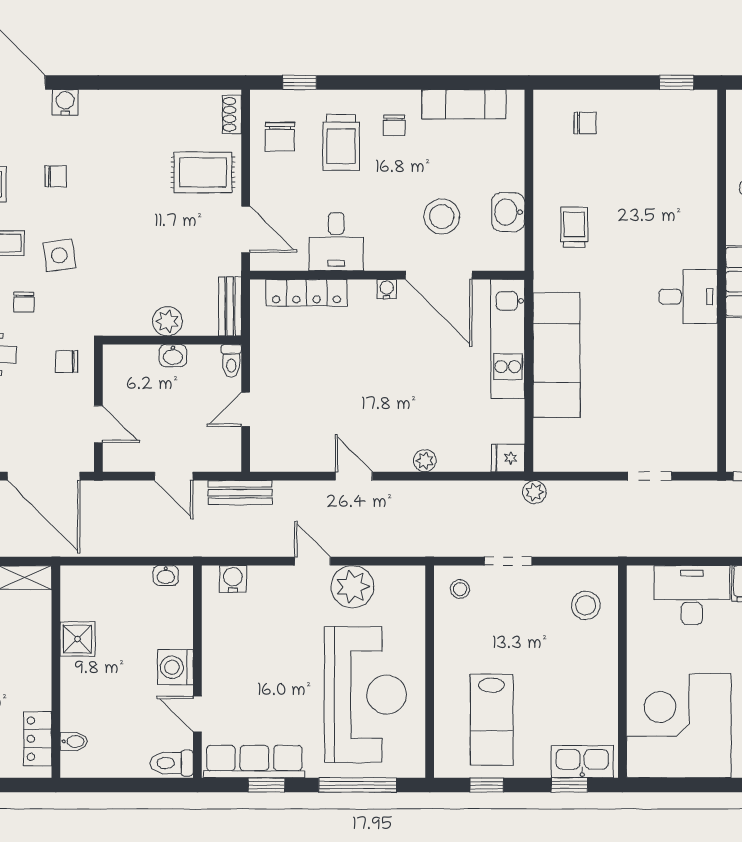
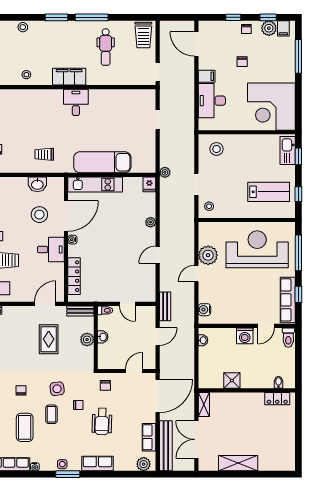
rug: (203, 172) -> (49, 339), moved
desk: (336, 242) -> (51, 249), moved

